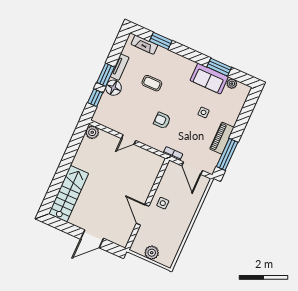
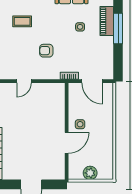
piano: (222, 138) -> (107, 21), moved
window: (227, 154) -> (118, 29), moved
door: (143, 215) -> (67, 143), swing flipped

